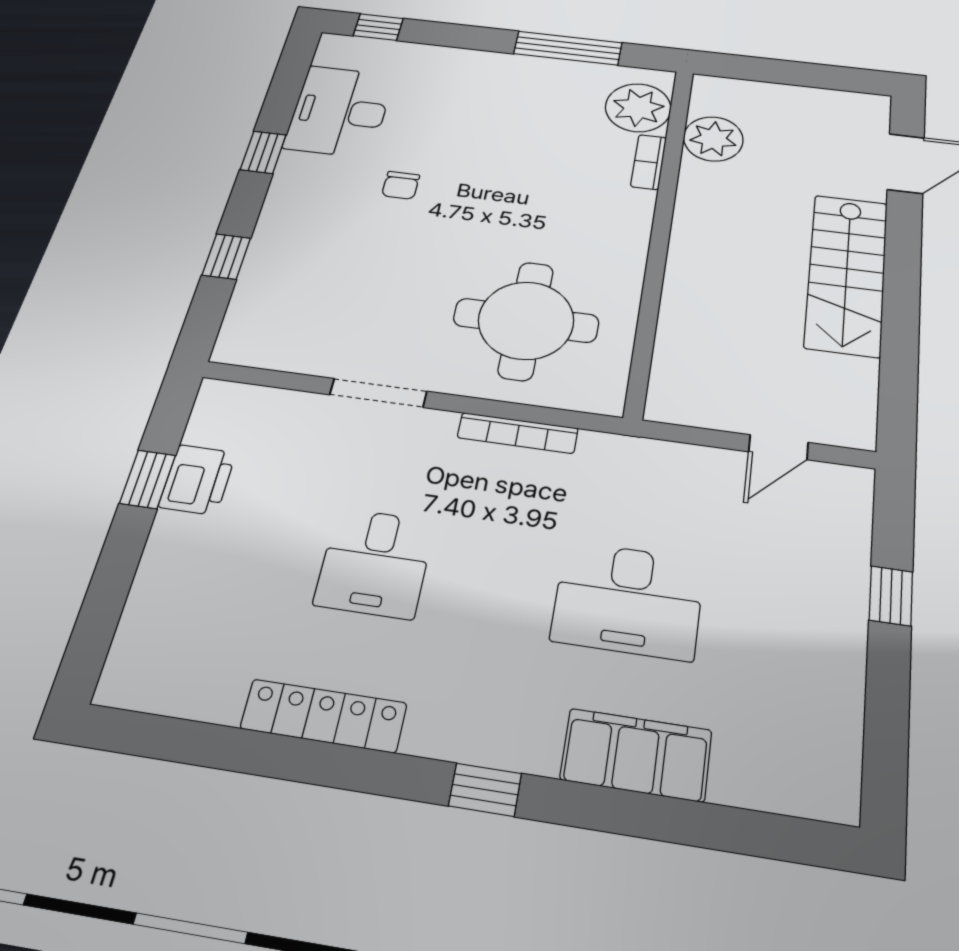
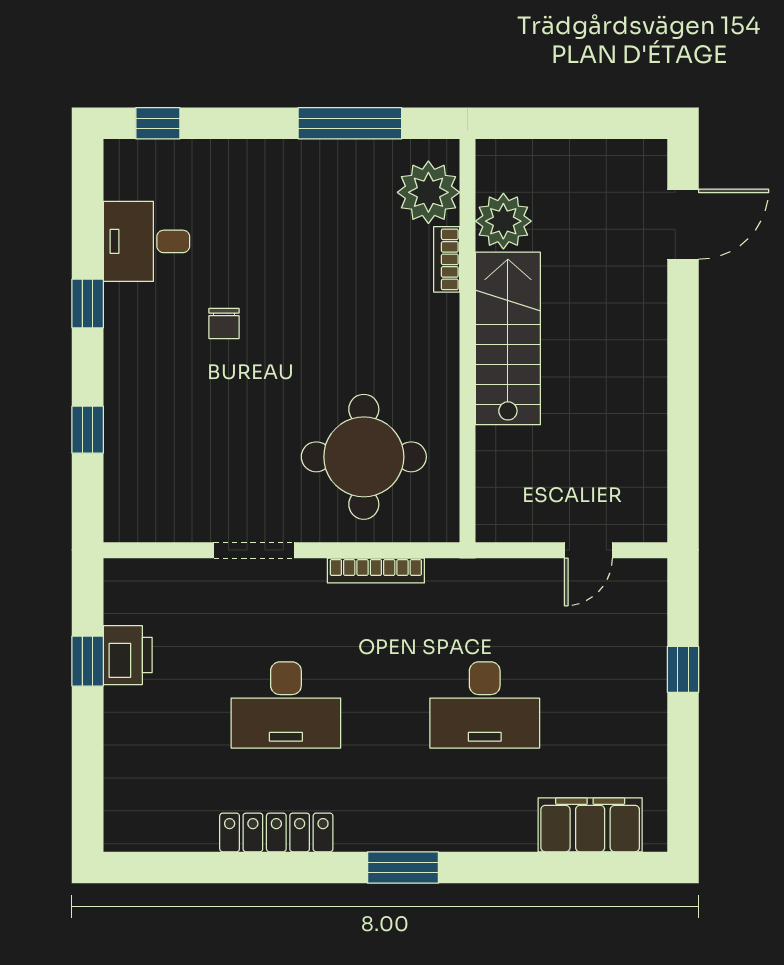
desk: (340, 111) -> (146, 241), width x0.73
stairs: (847, 274) -> (508, 338), moved, turned 180
desk: (375, 563) -> (286, 705), width x1.37
filing cabinet: (636, 755) -> (590, 825), moved
window: (485, 790) -> (403, 867), width x1.50

